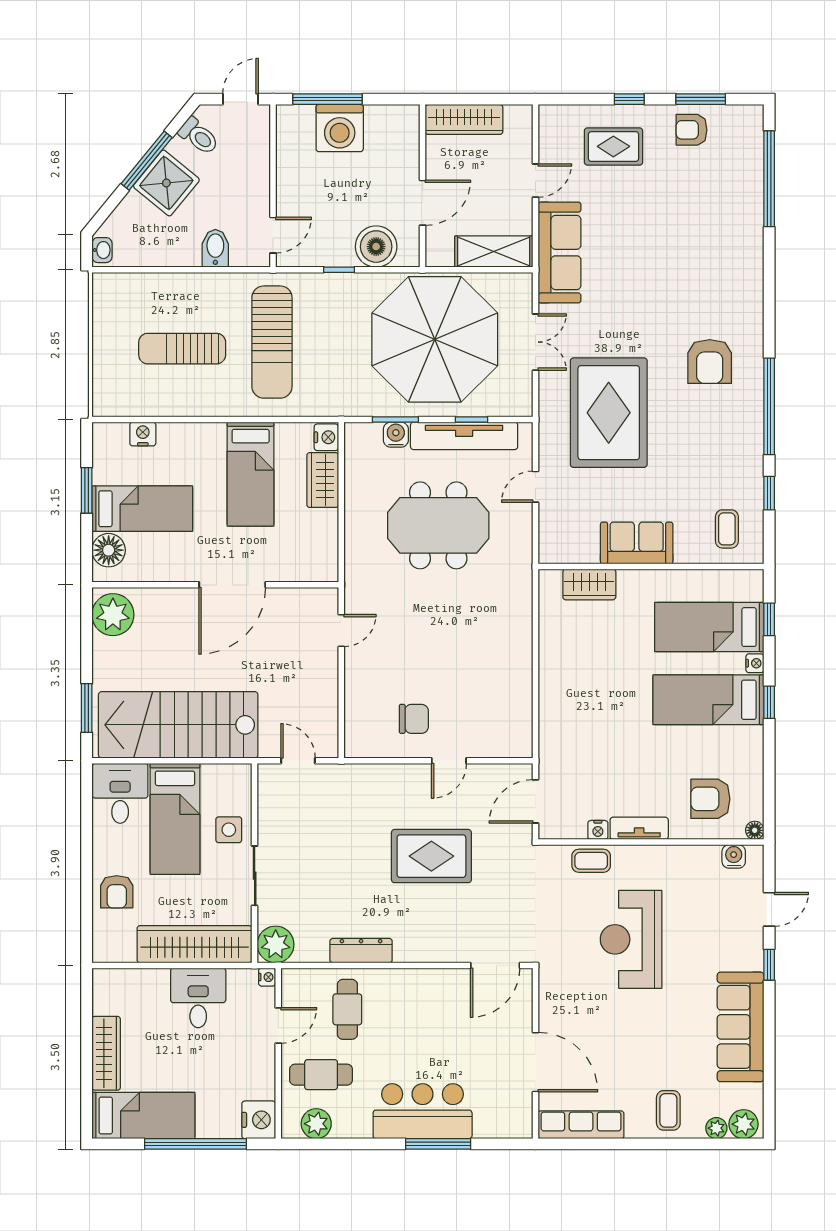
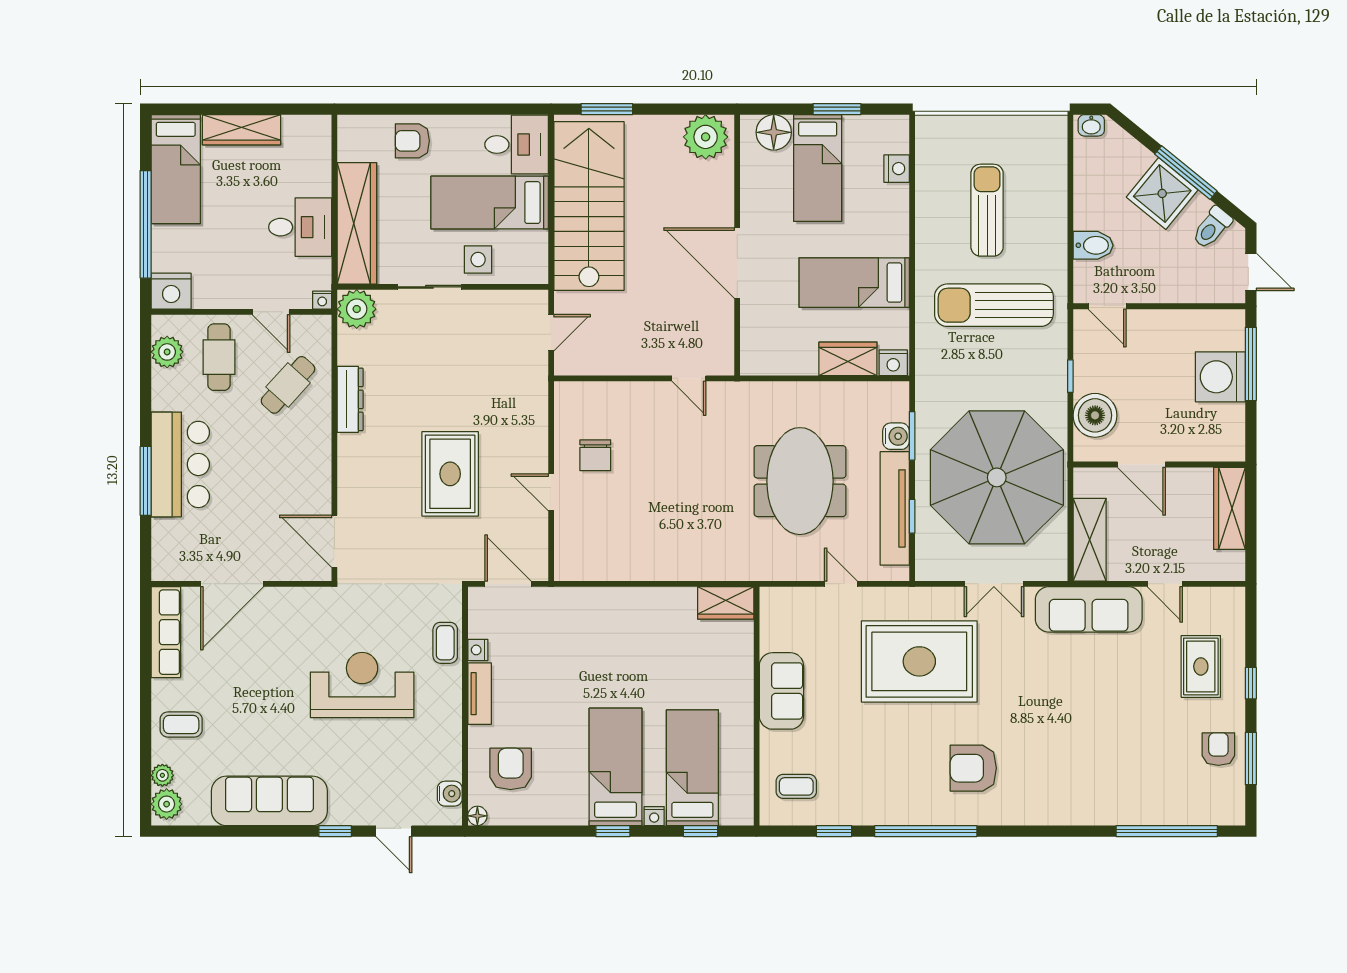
wardrobe: (589, 584) -> (726, 603), moved, turned -90
cafe table: (347, 1009) -> (288, 385), turned -48

